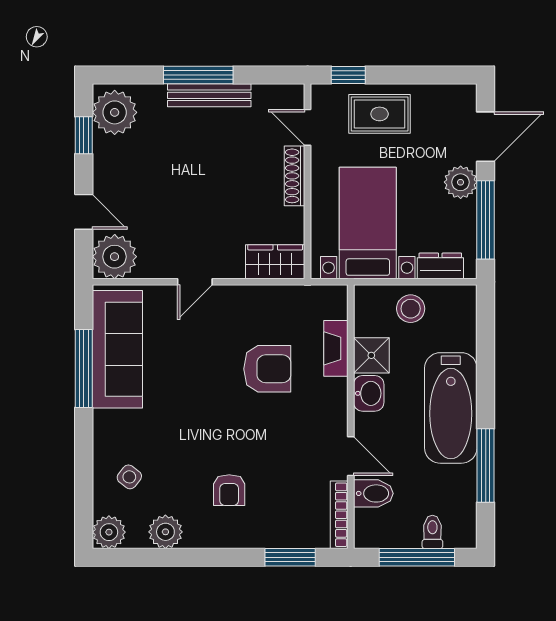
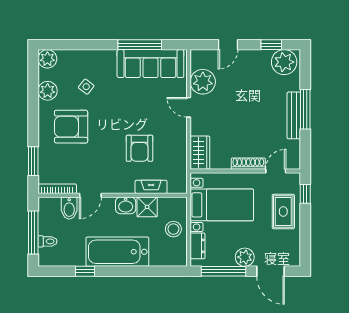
plant: (115, 257) -> (203, 82), moved
window: (486, 465) -> (85, 271), width x0.46
side table: (129, 477) -> (86, 87), moved
armchair: (229, 490) -> (71, 127), width x1.88, depth x1.88

